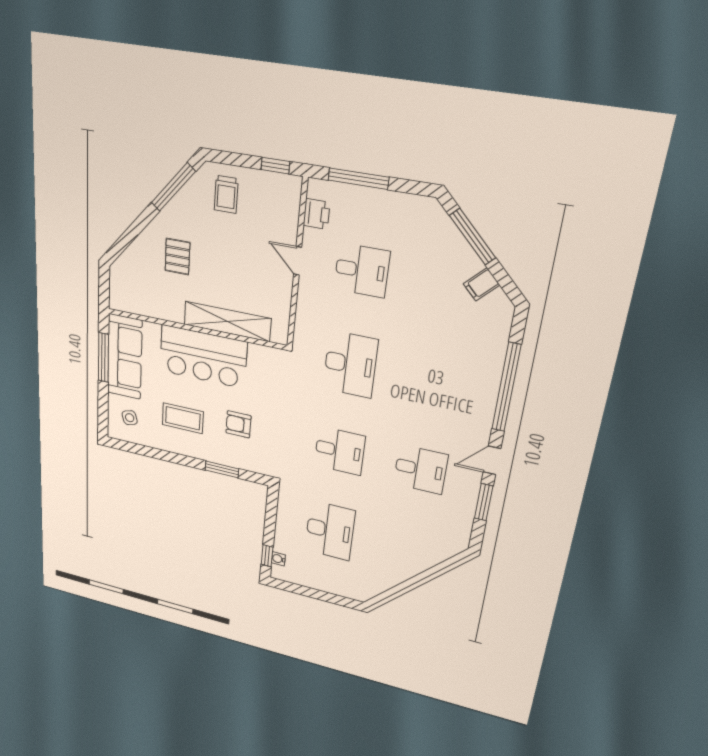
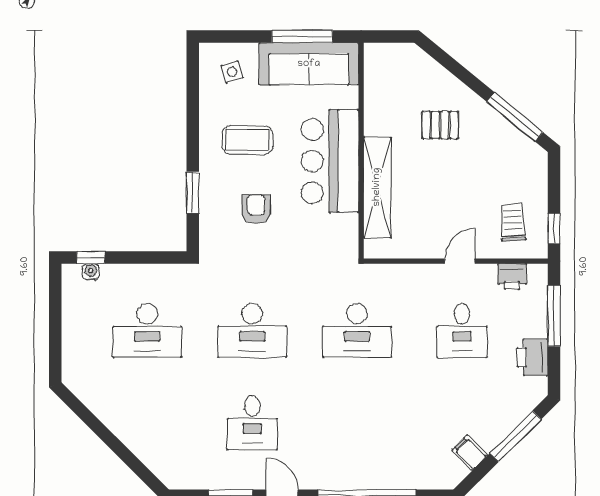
trolley: (226, 194) -> (513, 222), moved, turned 87
printer: (396, 207) -> (532, 357), added
coffee table: (183, 418) -> (247, 140), turned 90
desk: (340, 451) -> (252, 330), width x1.37

